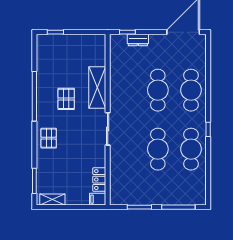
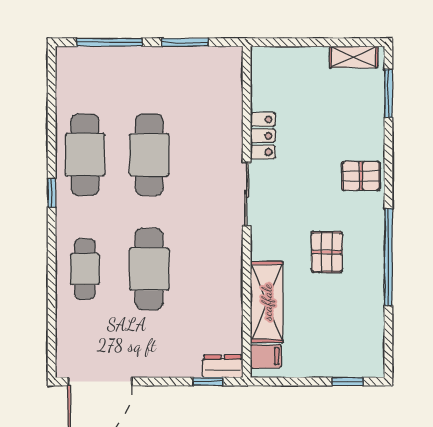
dresser: (138, 40) -> (223, 366), moved
shelving: (97, 88) -> (267, 302), moved
cafe table: (191, 90) -> (85, 269), width x0.73, depth x0.74
pallet: (49, 138) -> (361, 176), turned 90
locker: (99, 180) -> (263, 136), moved
filing cabinet: (98, 199) -> (266, 356), moved

